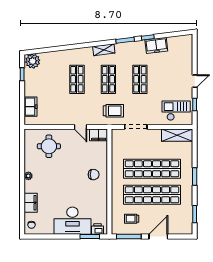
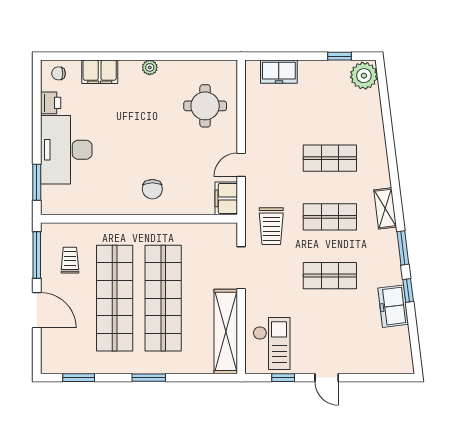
shelving: (177, 135) -> (226, 331), width x1.47
printer: (98, 229) -> (51, 103), moved

